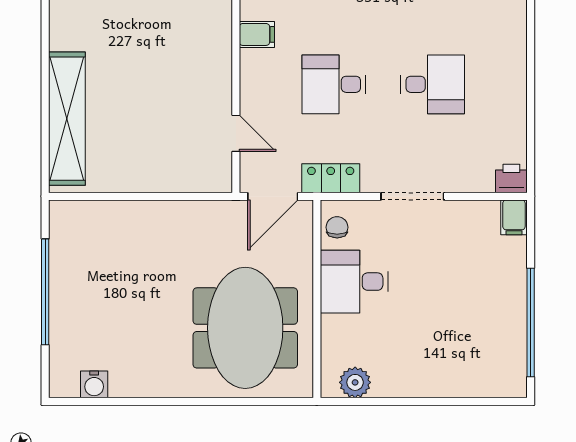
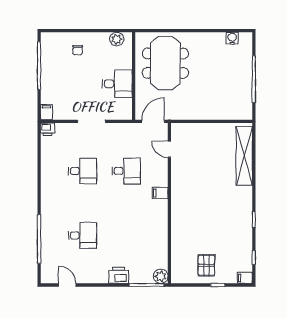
desk: (433, 84) -> (82, 171), turned 180
locker: (331, 178) -> (128, 129), removed
chair: (337, 227) -> (78, 50), moved

